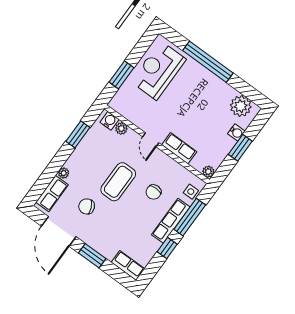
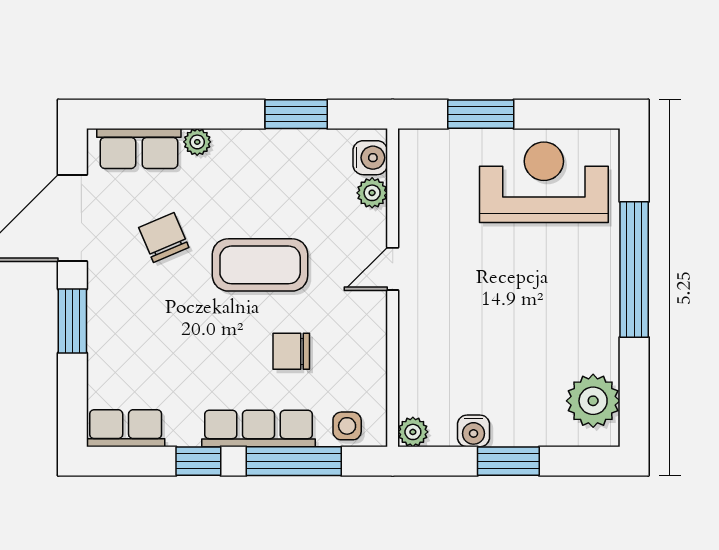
water cooler: (236, 132) -> (474, 431), moved
row of seats: (179, 148) -> (417, 339), removed
row of seats: (128, 266) -> (126, 428), moved, turned -90

